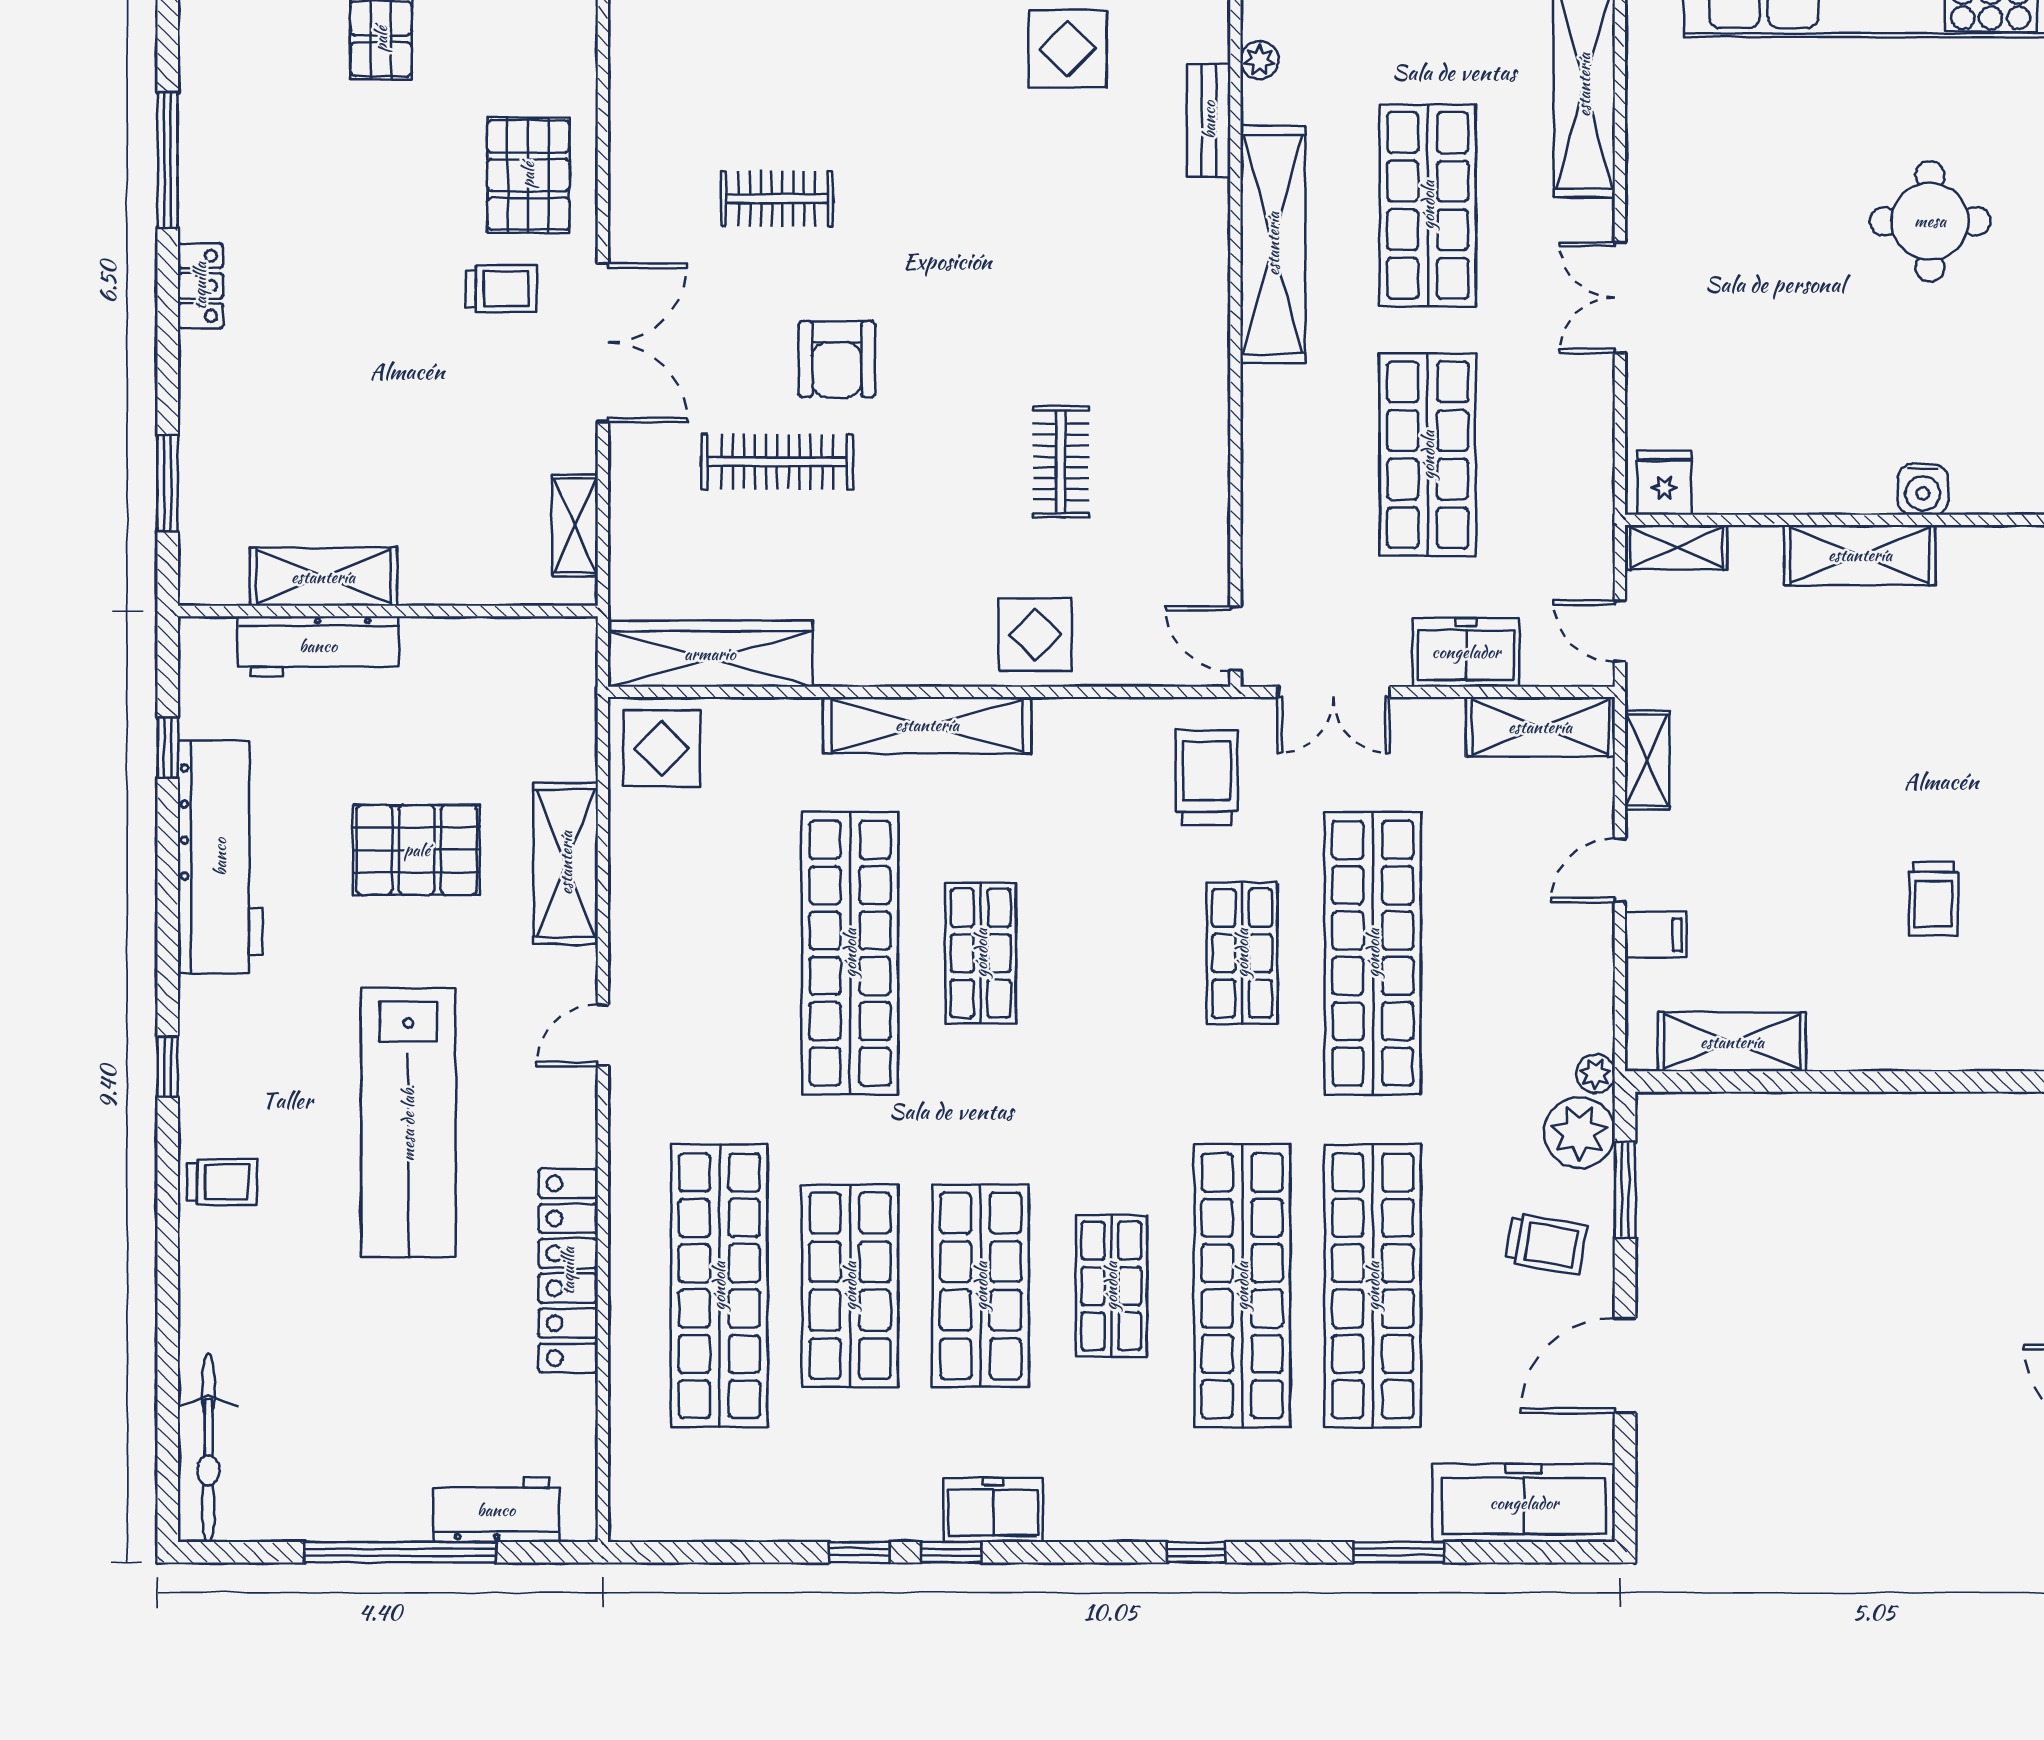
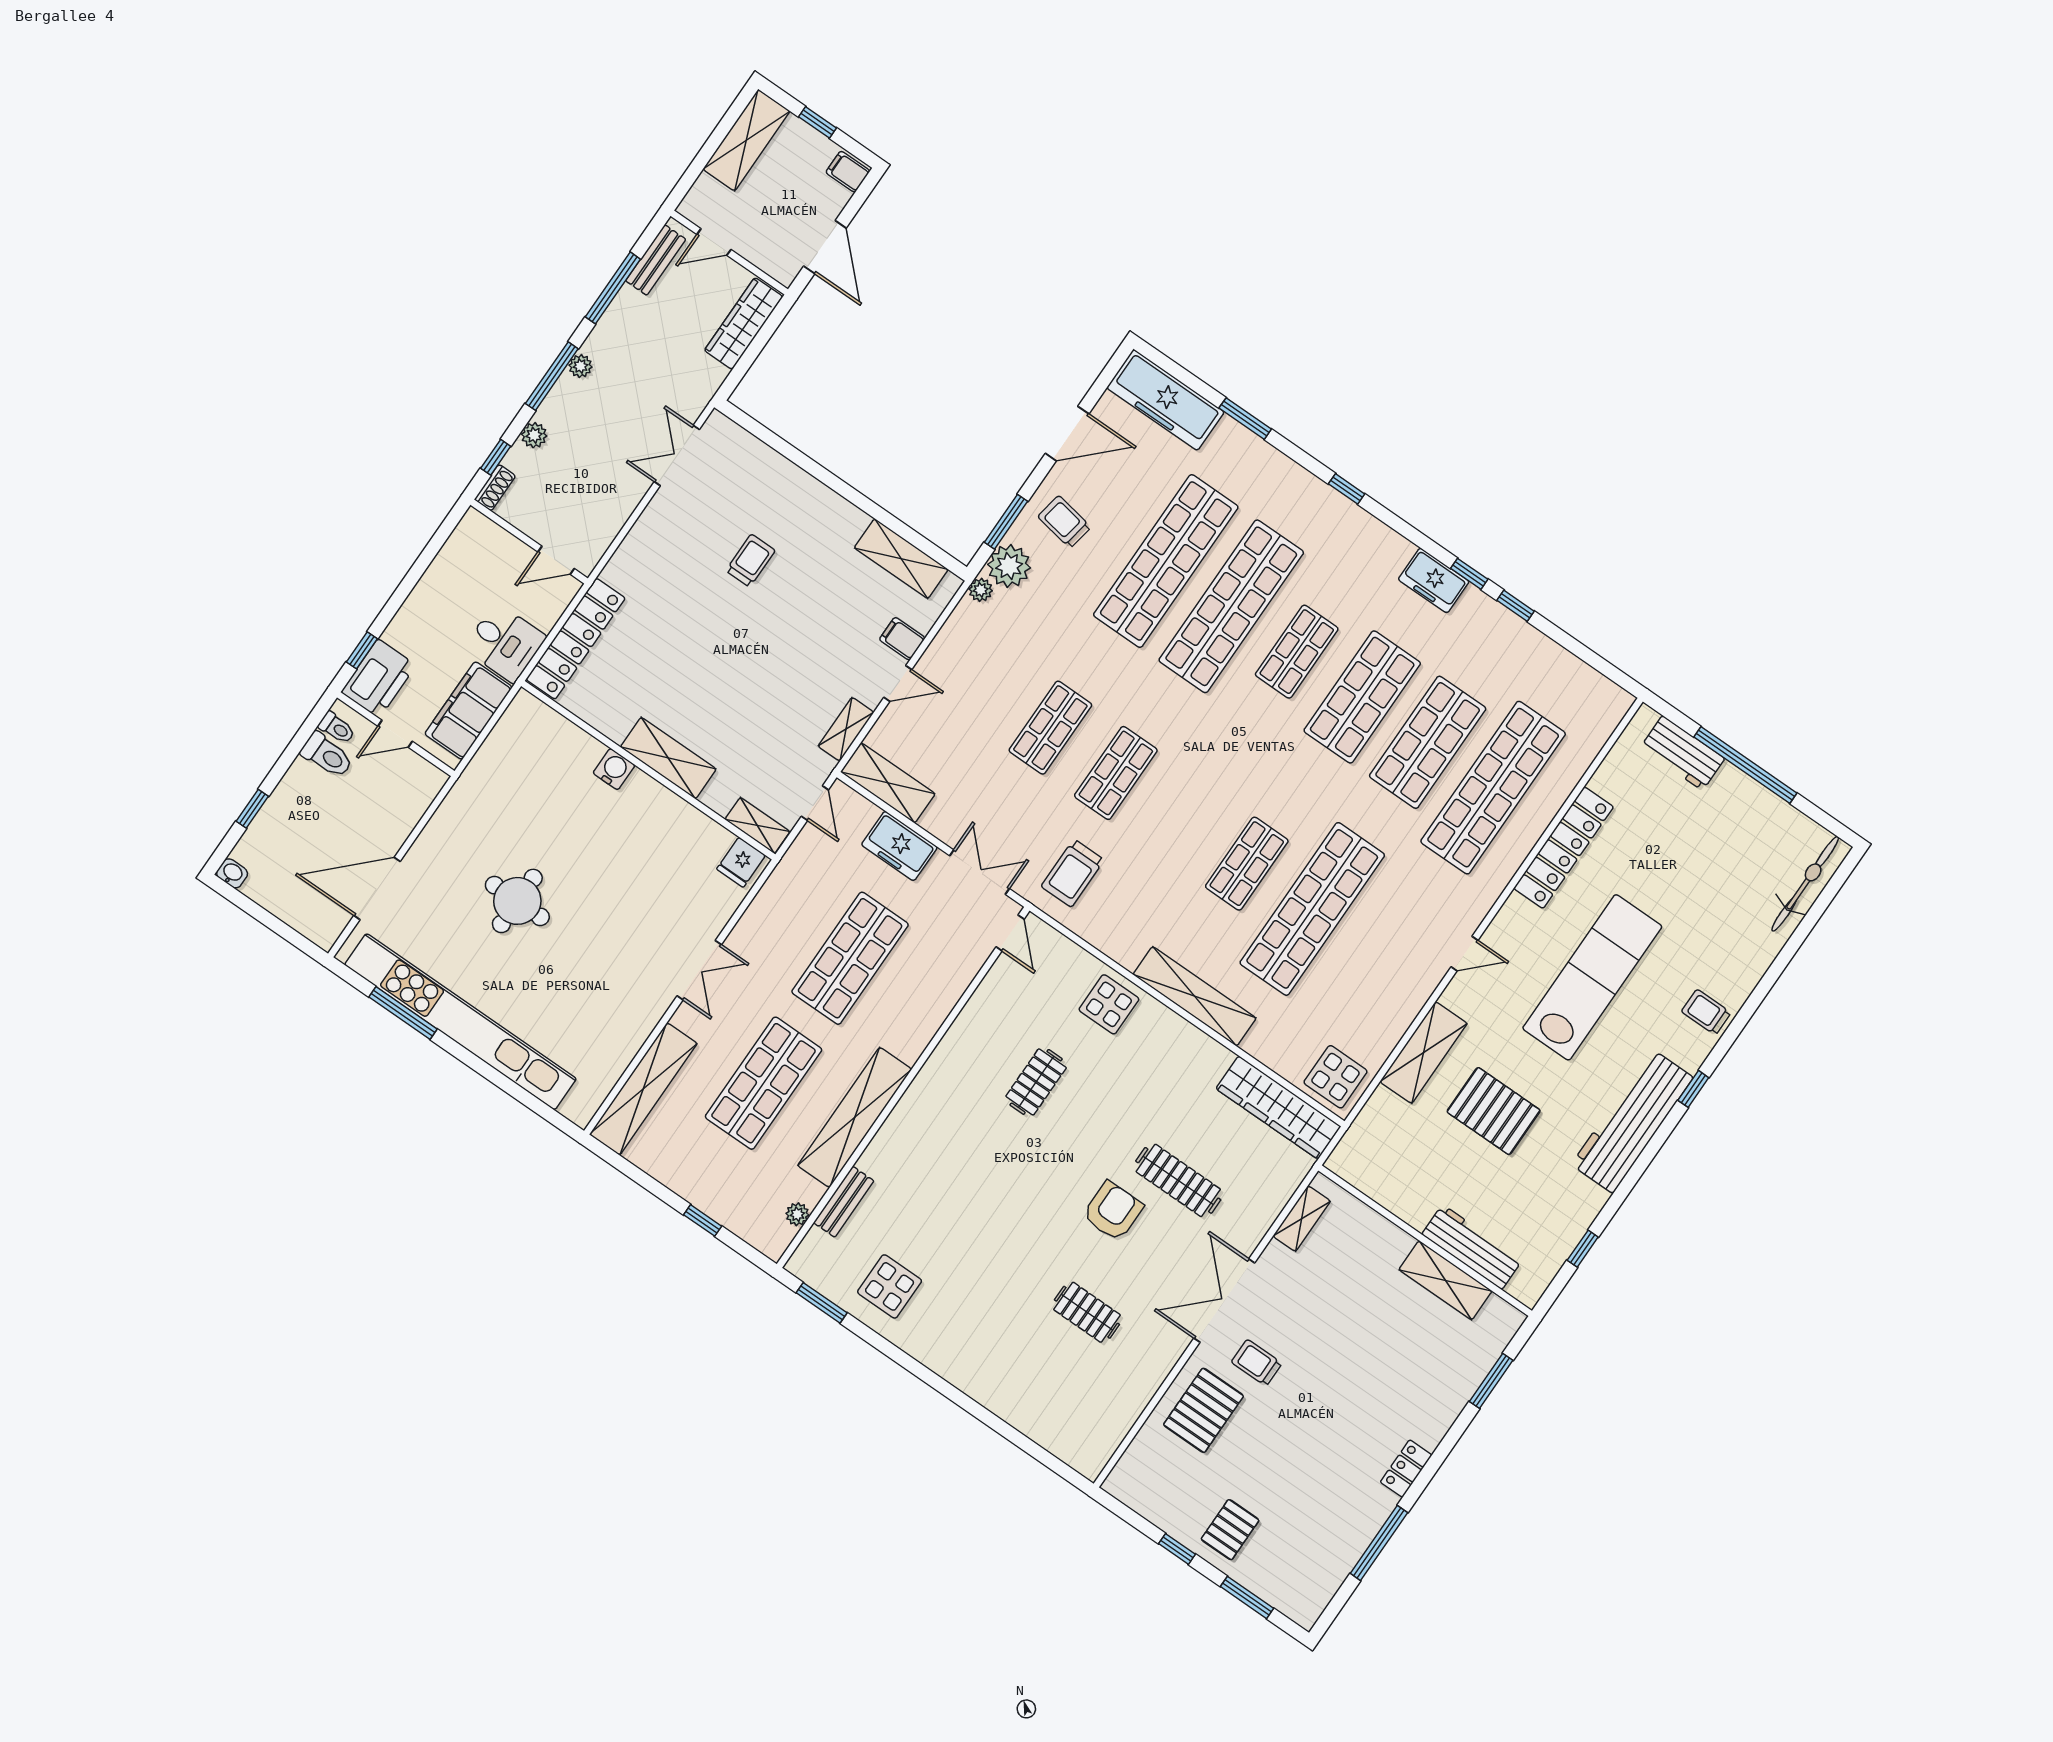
workbench: (220, 857) -> (1632, 1121), moved
shop shelf: (1373, 953) -> (1050, 728), width x0.50, depth x0.74

